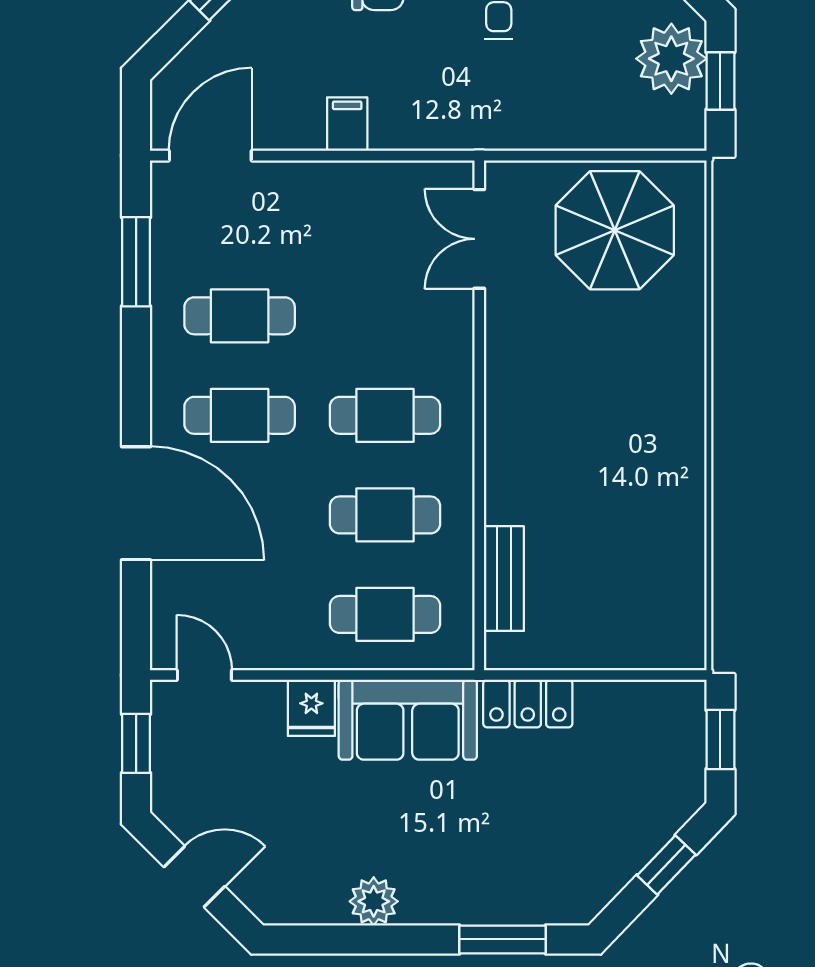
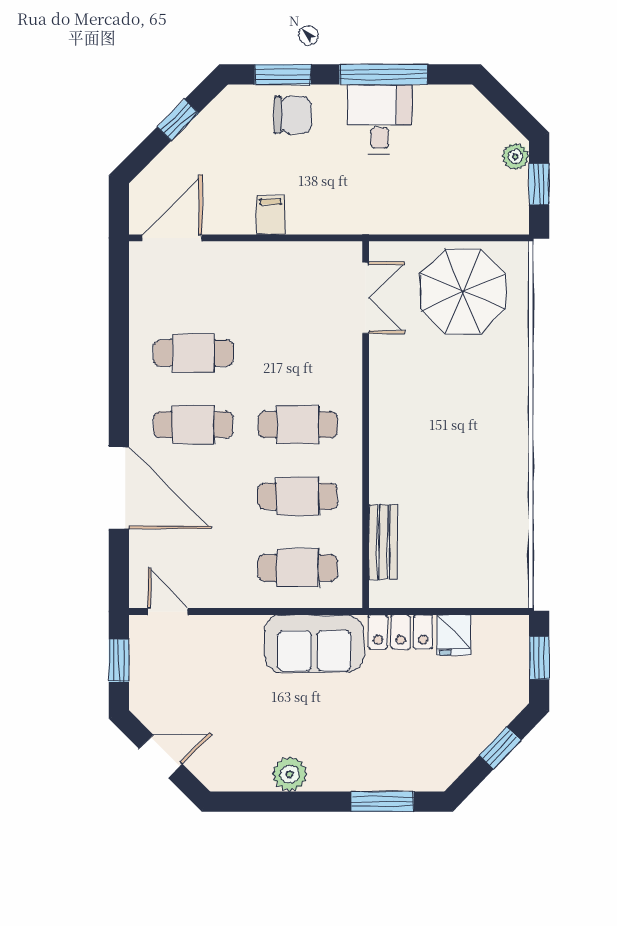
plant: (671, 59) -> (515, 156), width x0.53, depth x0.53
double door: (479, 239) -> (366, 298), swing flipped
window: (136, 262) -> (119, 314), removed
fridge: (311, 708) -> (454, 635), moved

